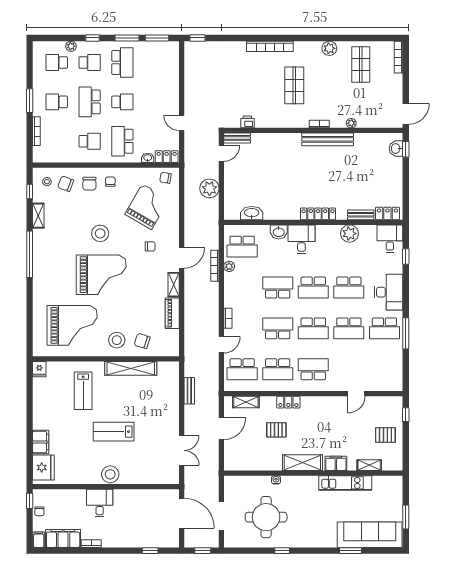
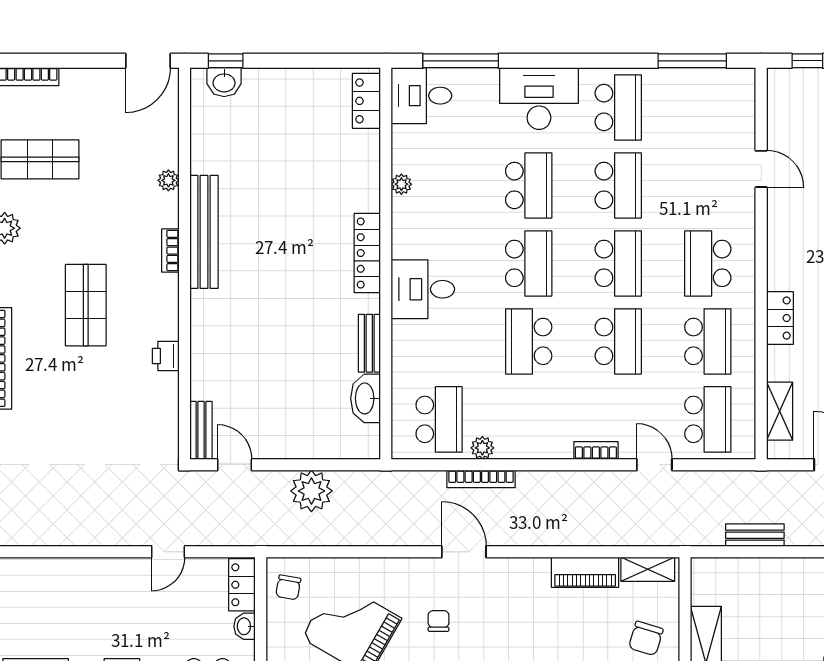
shop shelf: (294, 85) -> (86, 305), turned 90
door: (406, 114) -> (148, 61), swing flipped
printer: (247, 122) -> (166, 356), moved
bench: (361, 215) -> (369, 343), moved
washbasin: (279, 232) -> (407, 339), removed
plant: (349, 234) -> (401, 184), width x0.53, depth x0.53
window: (406, 256) -> (461, 61), width x2.17
shelving: (174, 285) -> (648, 569), moved
school desk: (278, 328) -> (618, 341), turned 180
window: (406, 333) -> (692, 61), moved

